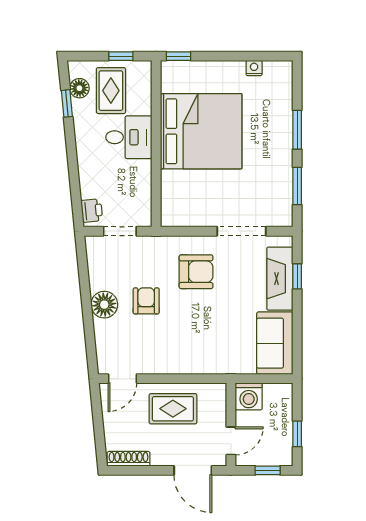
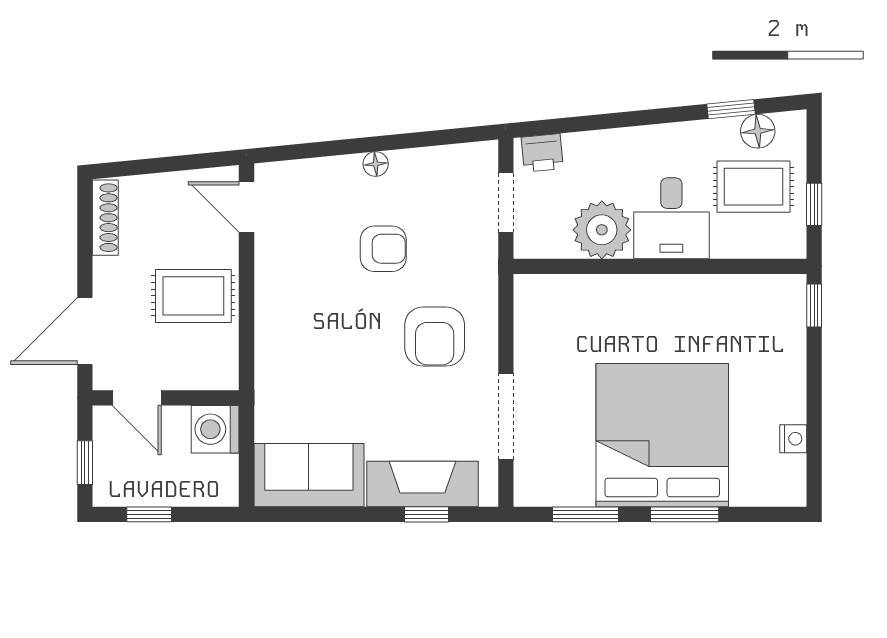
bed: (201, 131) -> (662, 435), moved, turned 180
plant: (135, 177) -> (602, 230), added
floor lamp: (104, 305) -> (376, 164), width x0.53, depth x0.53
rug: (173, 409) -> (193, 296), turned 90

